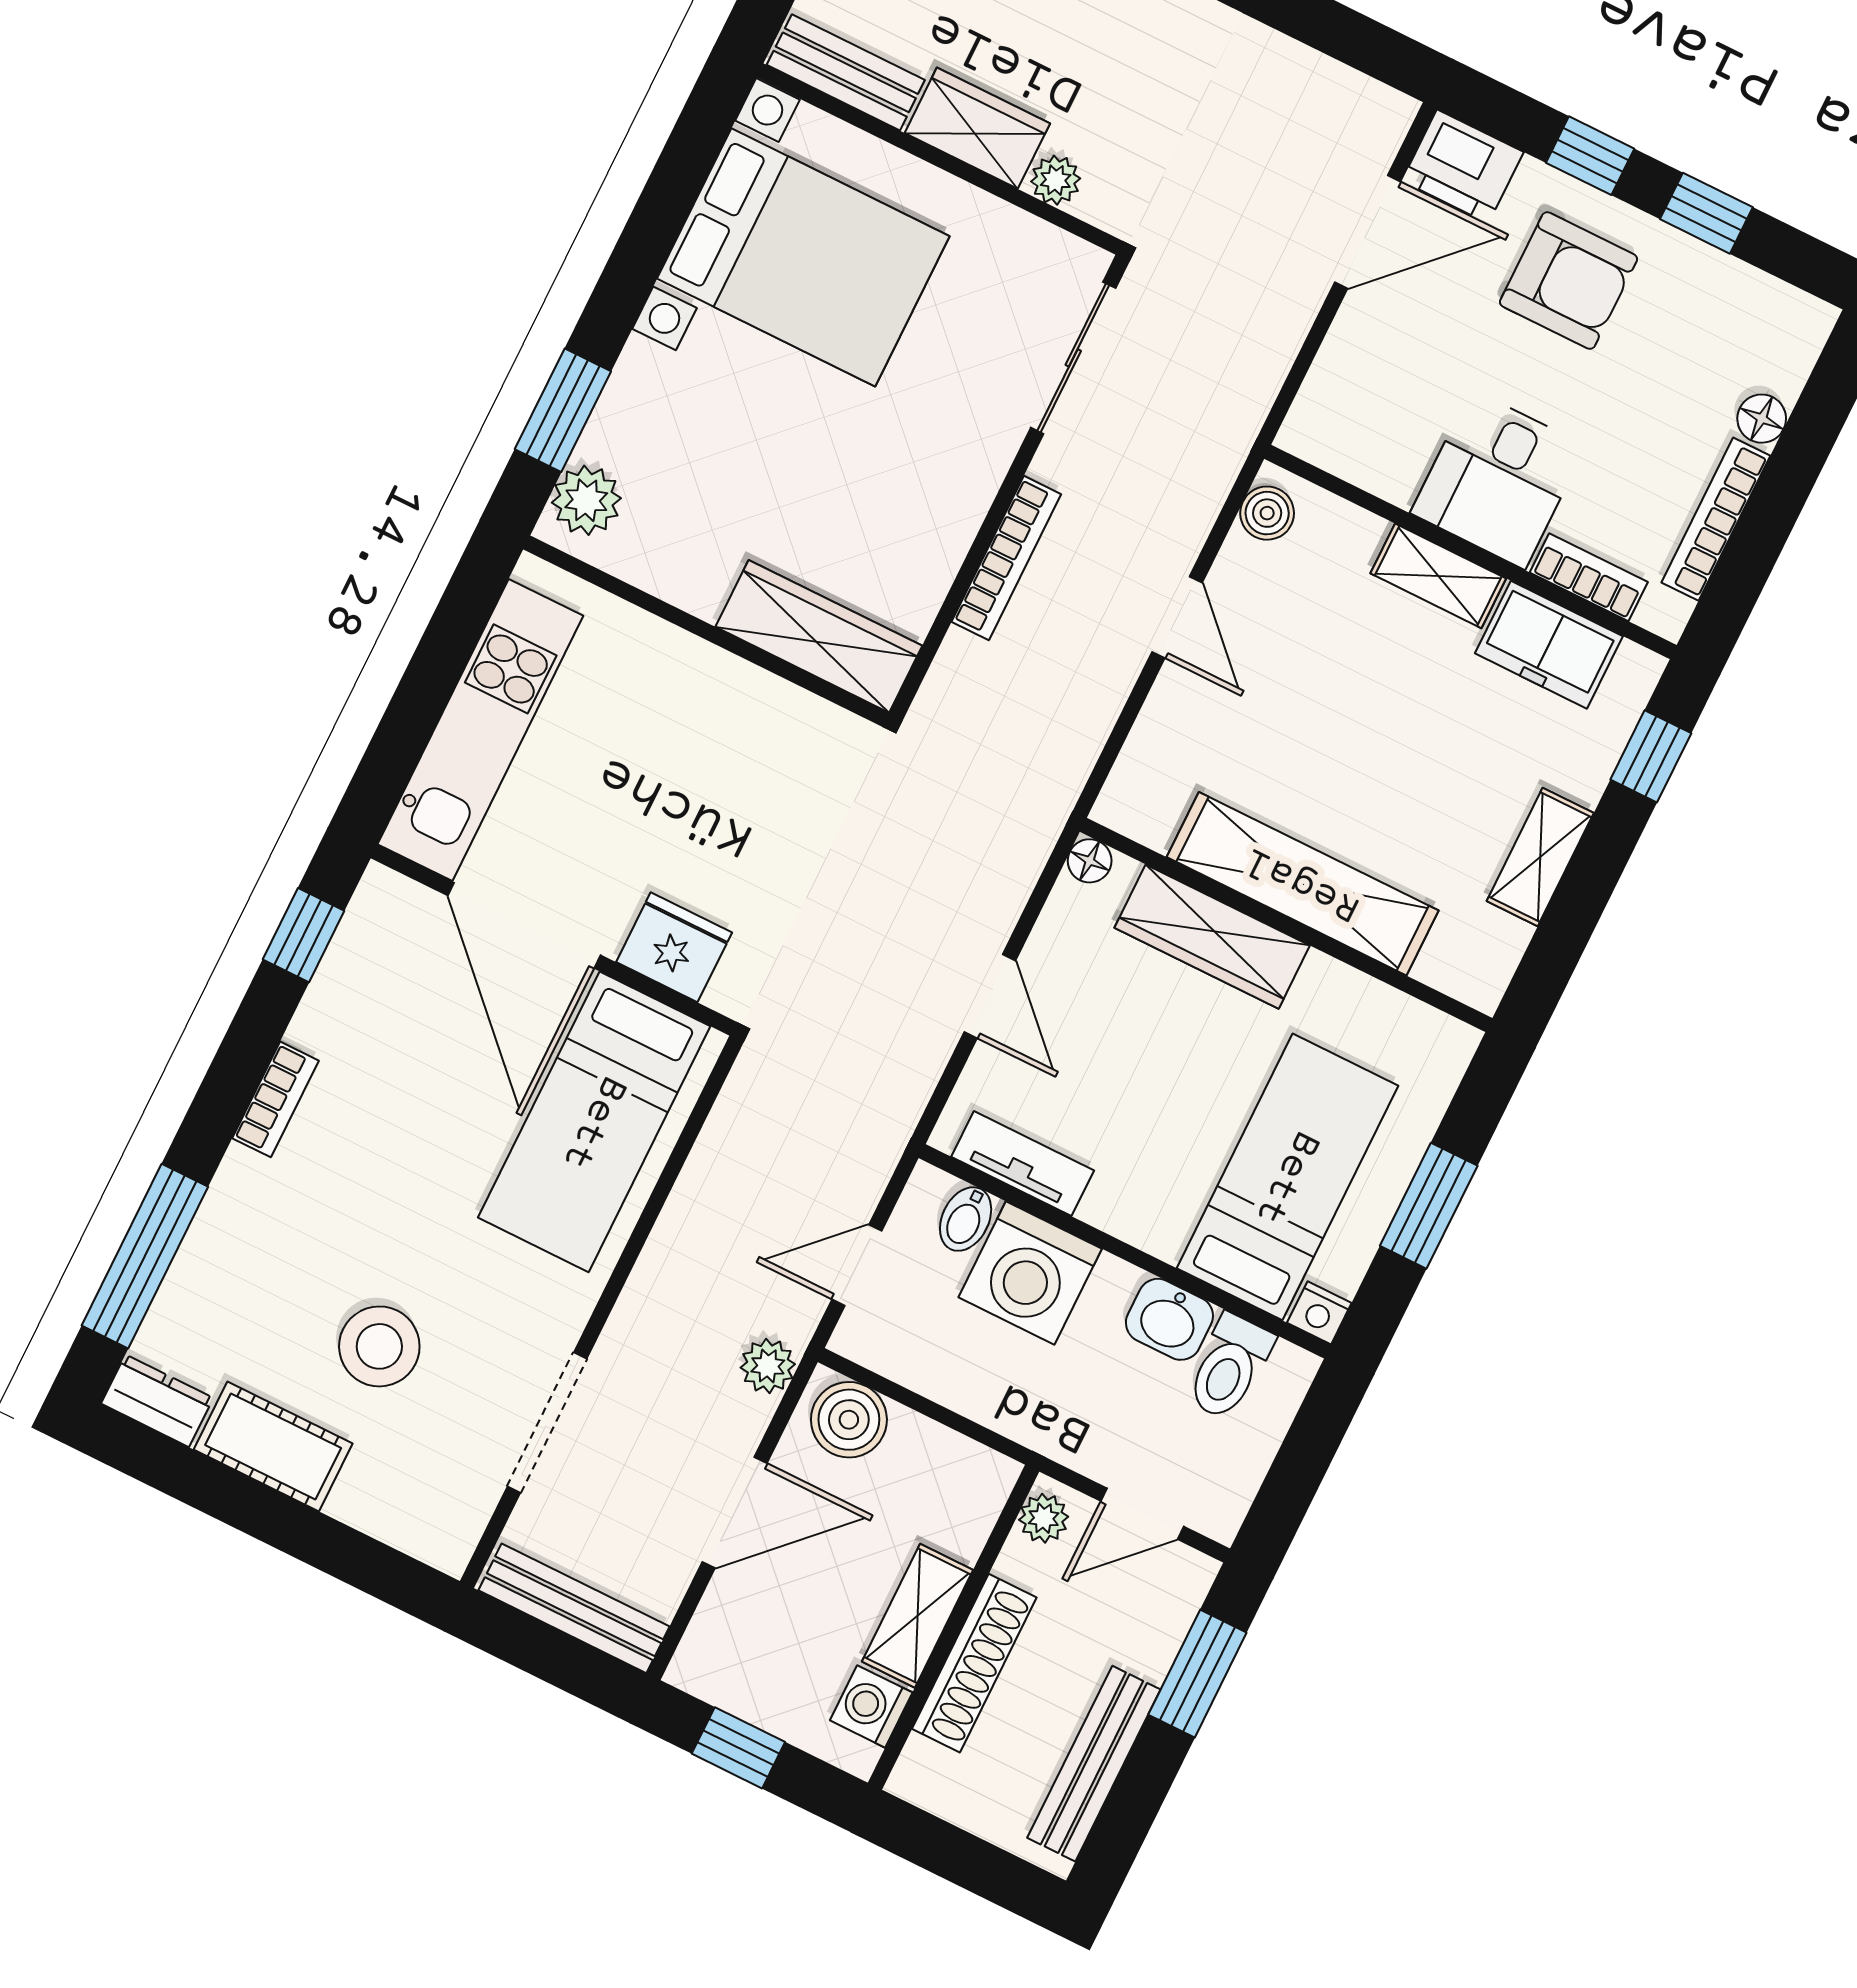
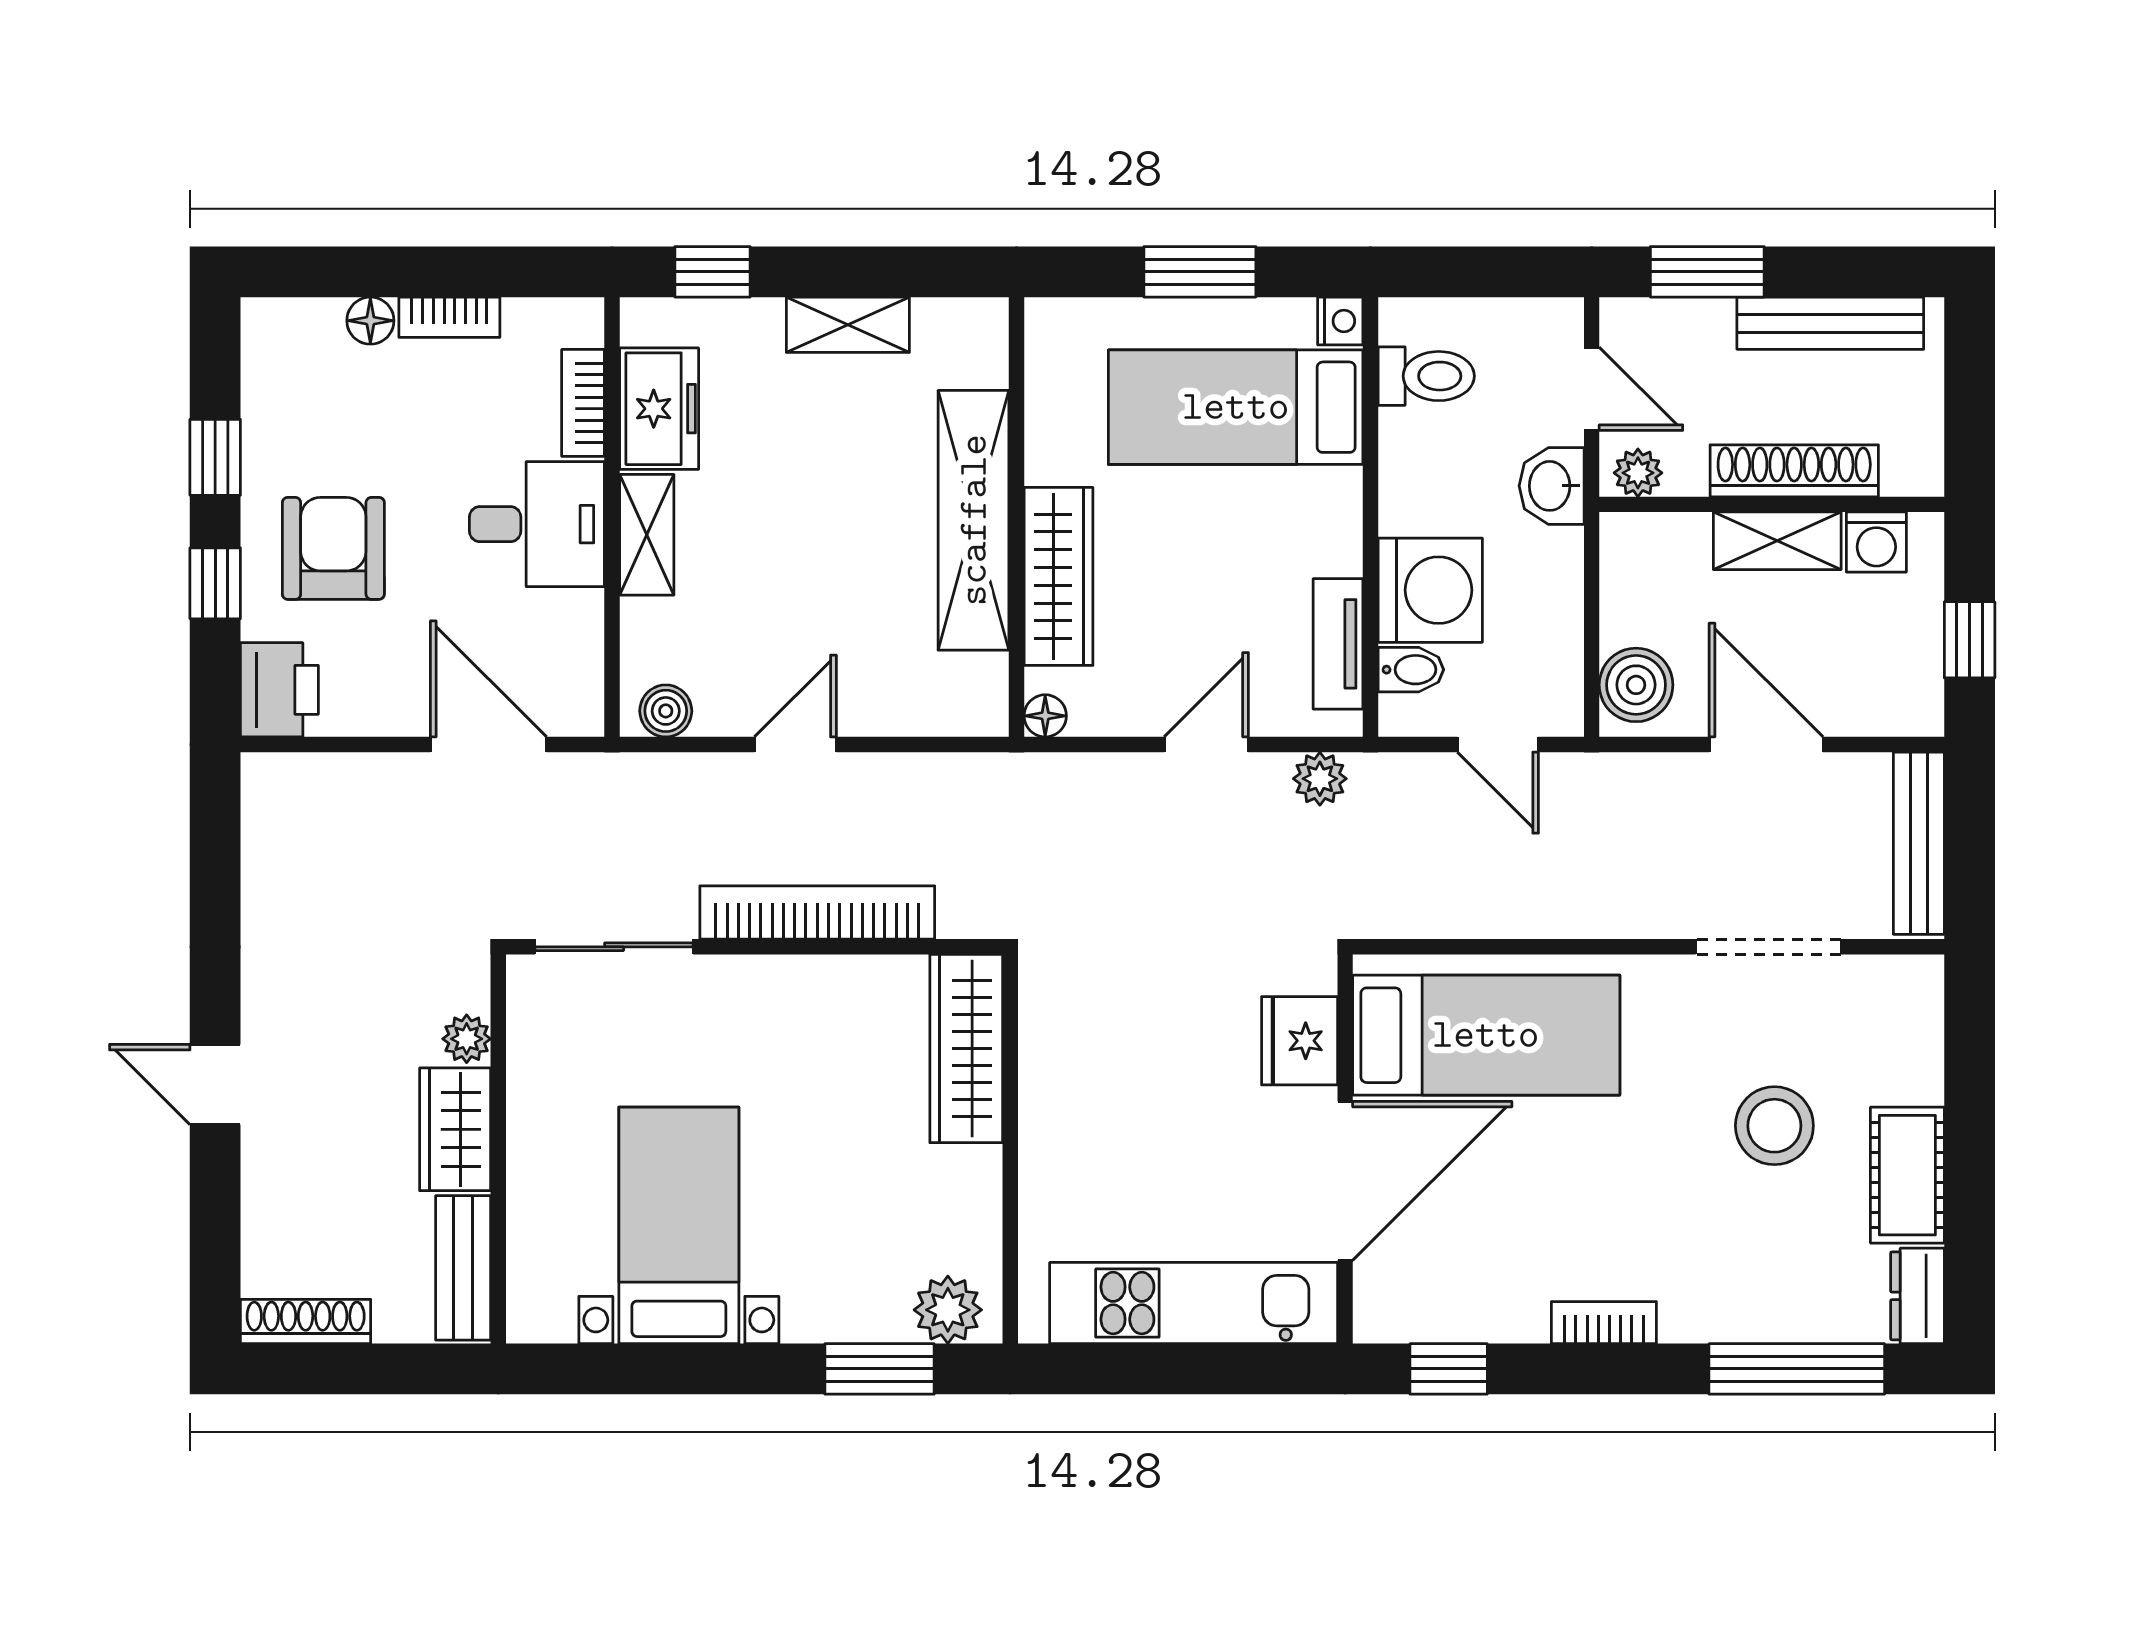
door: (1368, 232) -> (488, 745), moved
bed with nightstands: (803, 257) -> (679, 1225), width x0.73
bookcase: (1716, 519) -> (449, 317), width x0.64
bookcase: (1006, 558) -> (817, 913), width x1.48, depth x1.31
washbasin: (1169, 1319) -> (1552, 486), moved, turned 180
plant: (768, 1366) -> (1320, 779), moved

